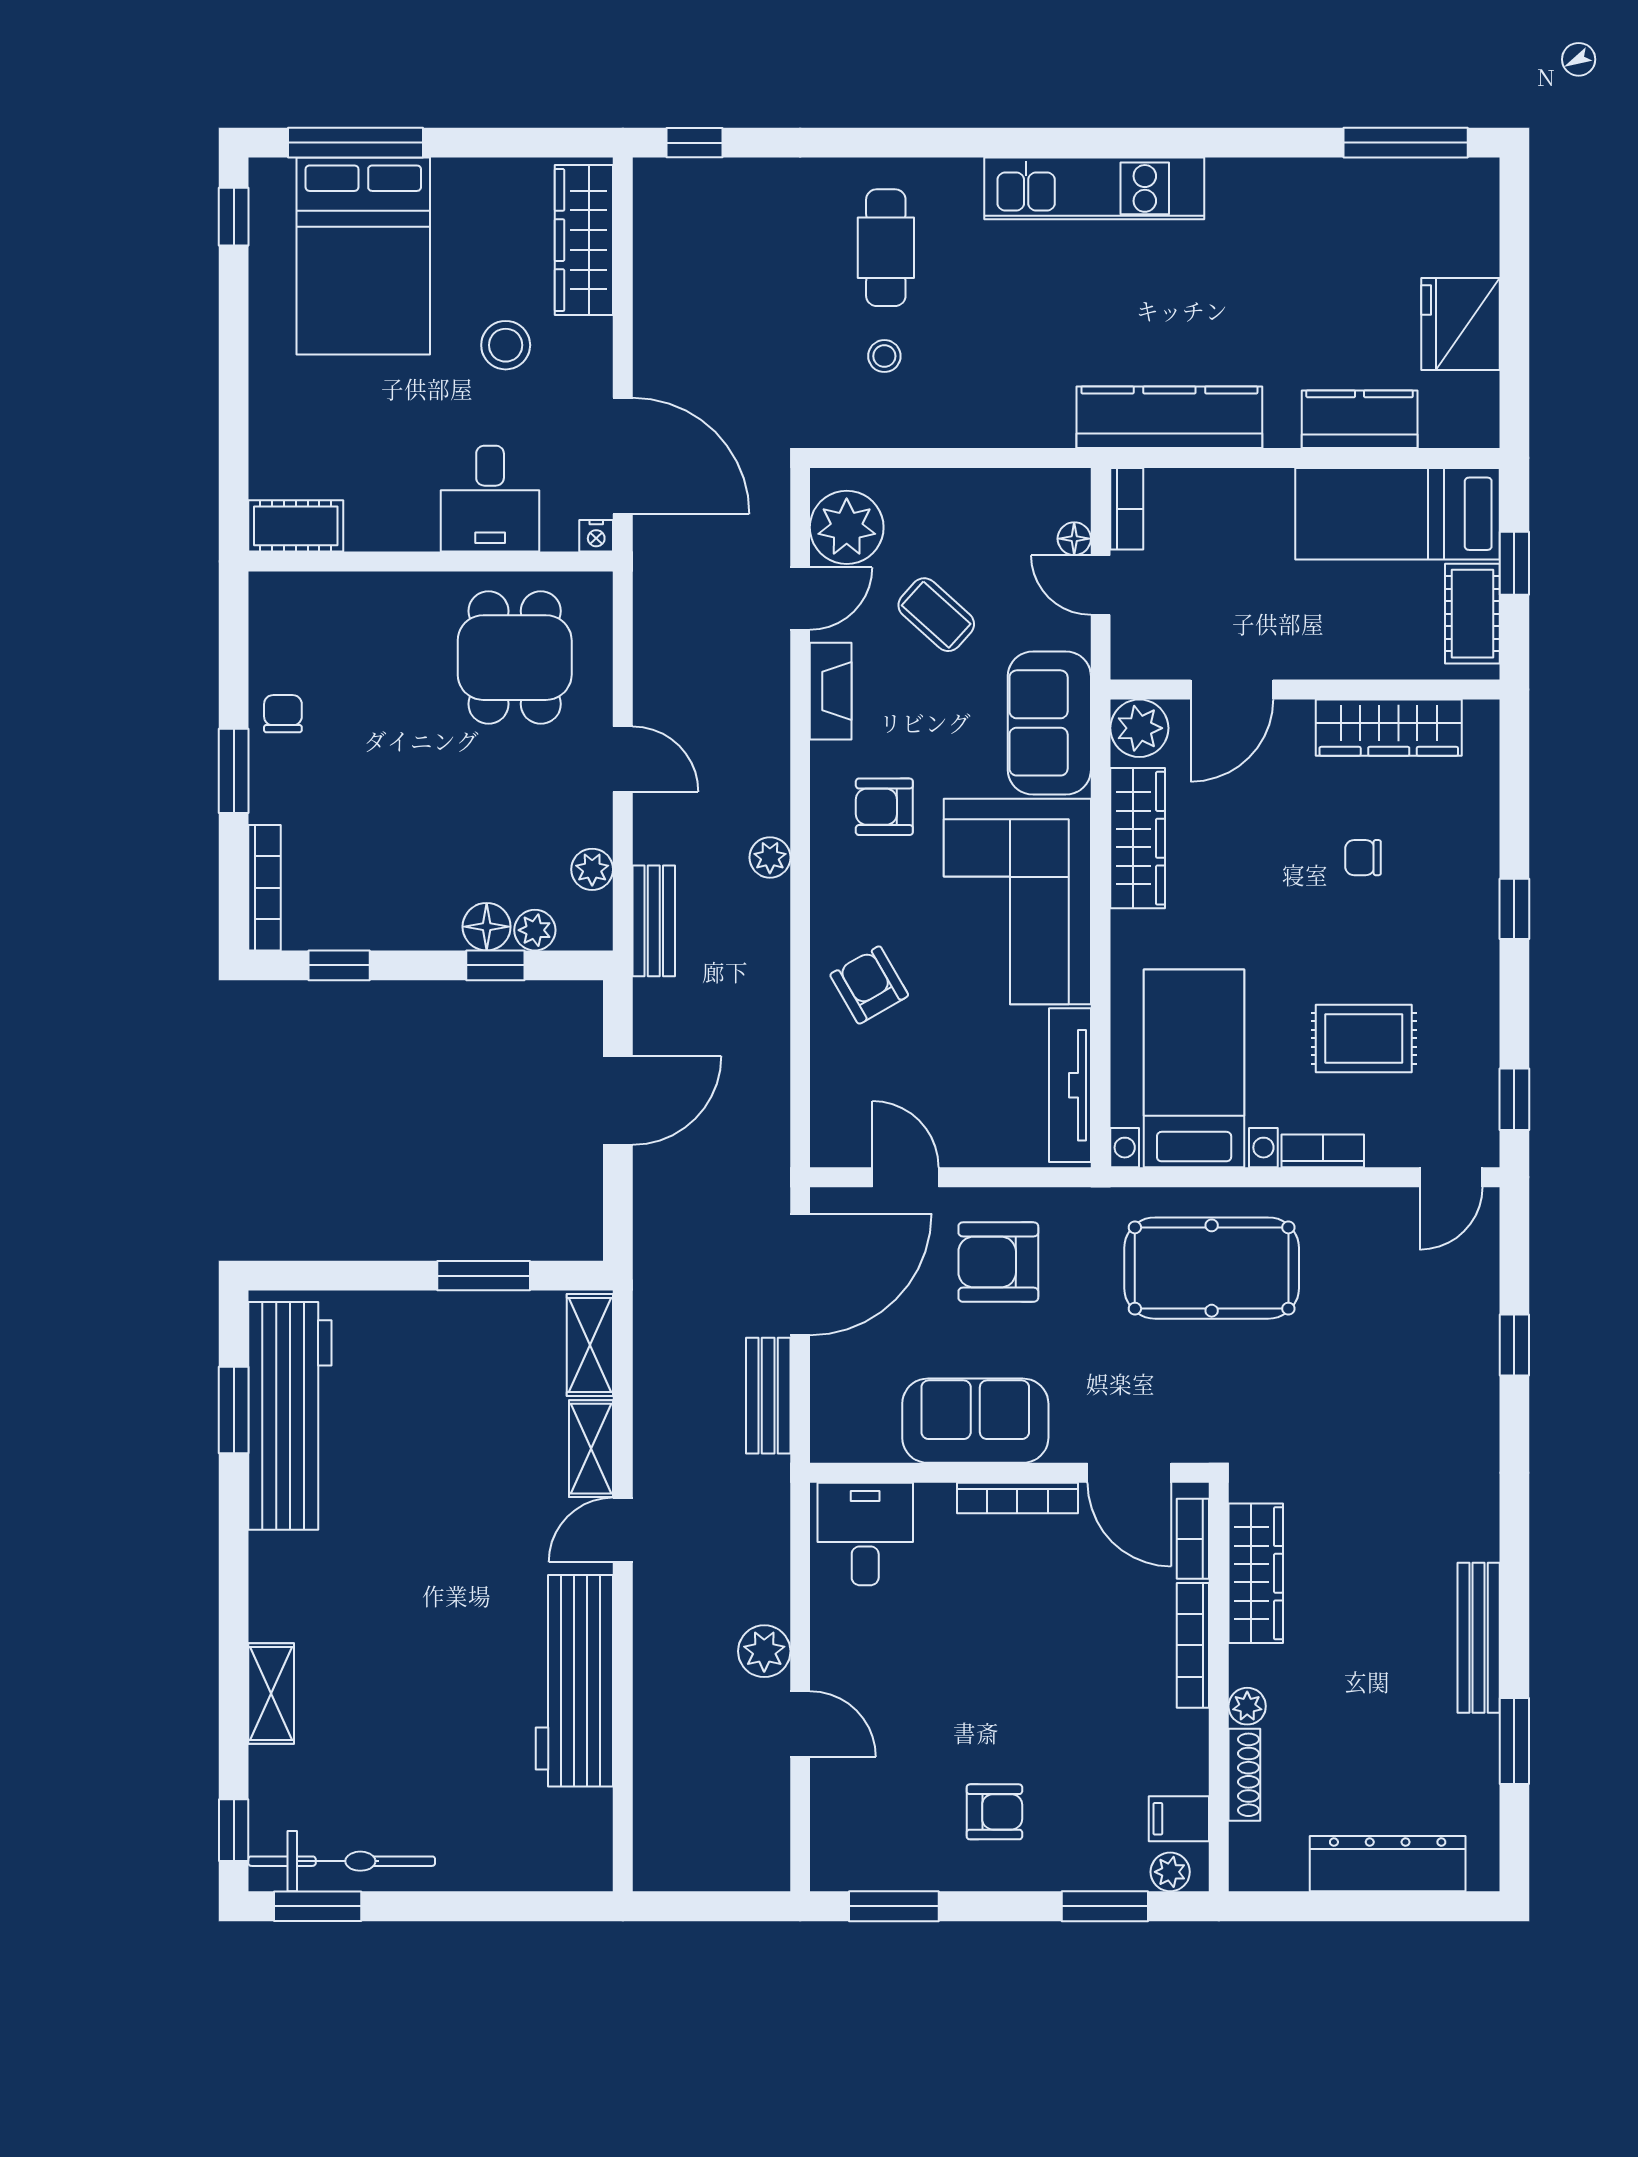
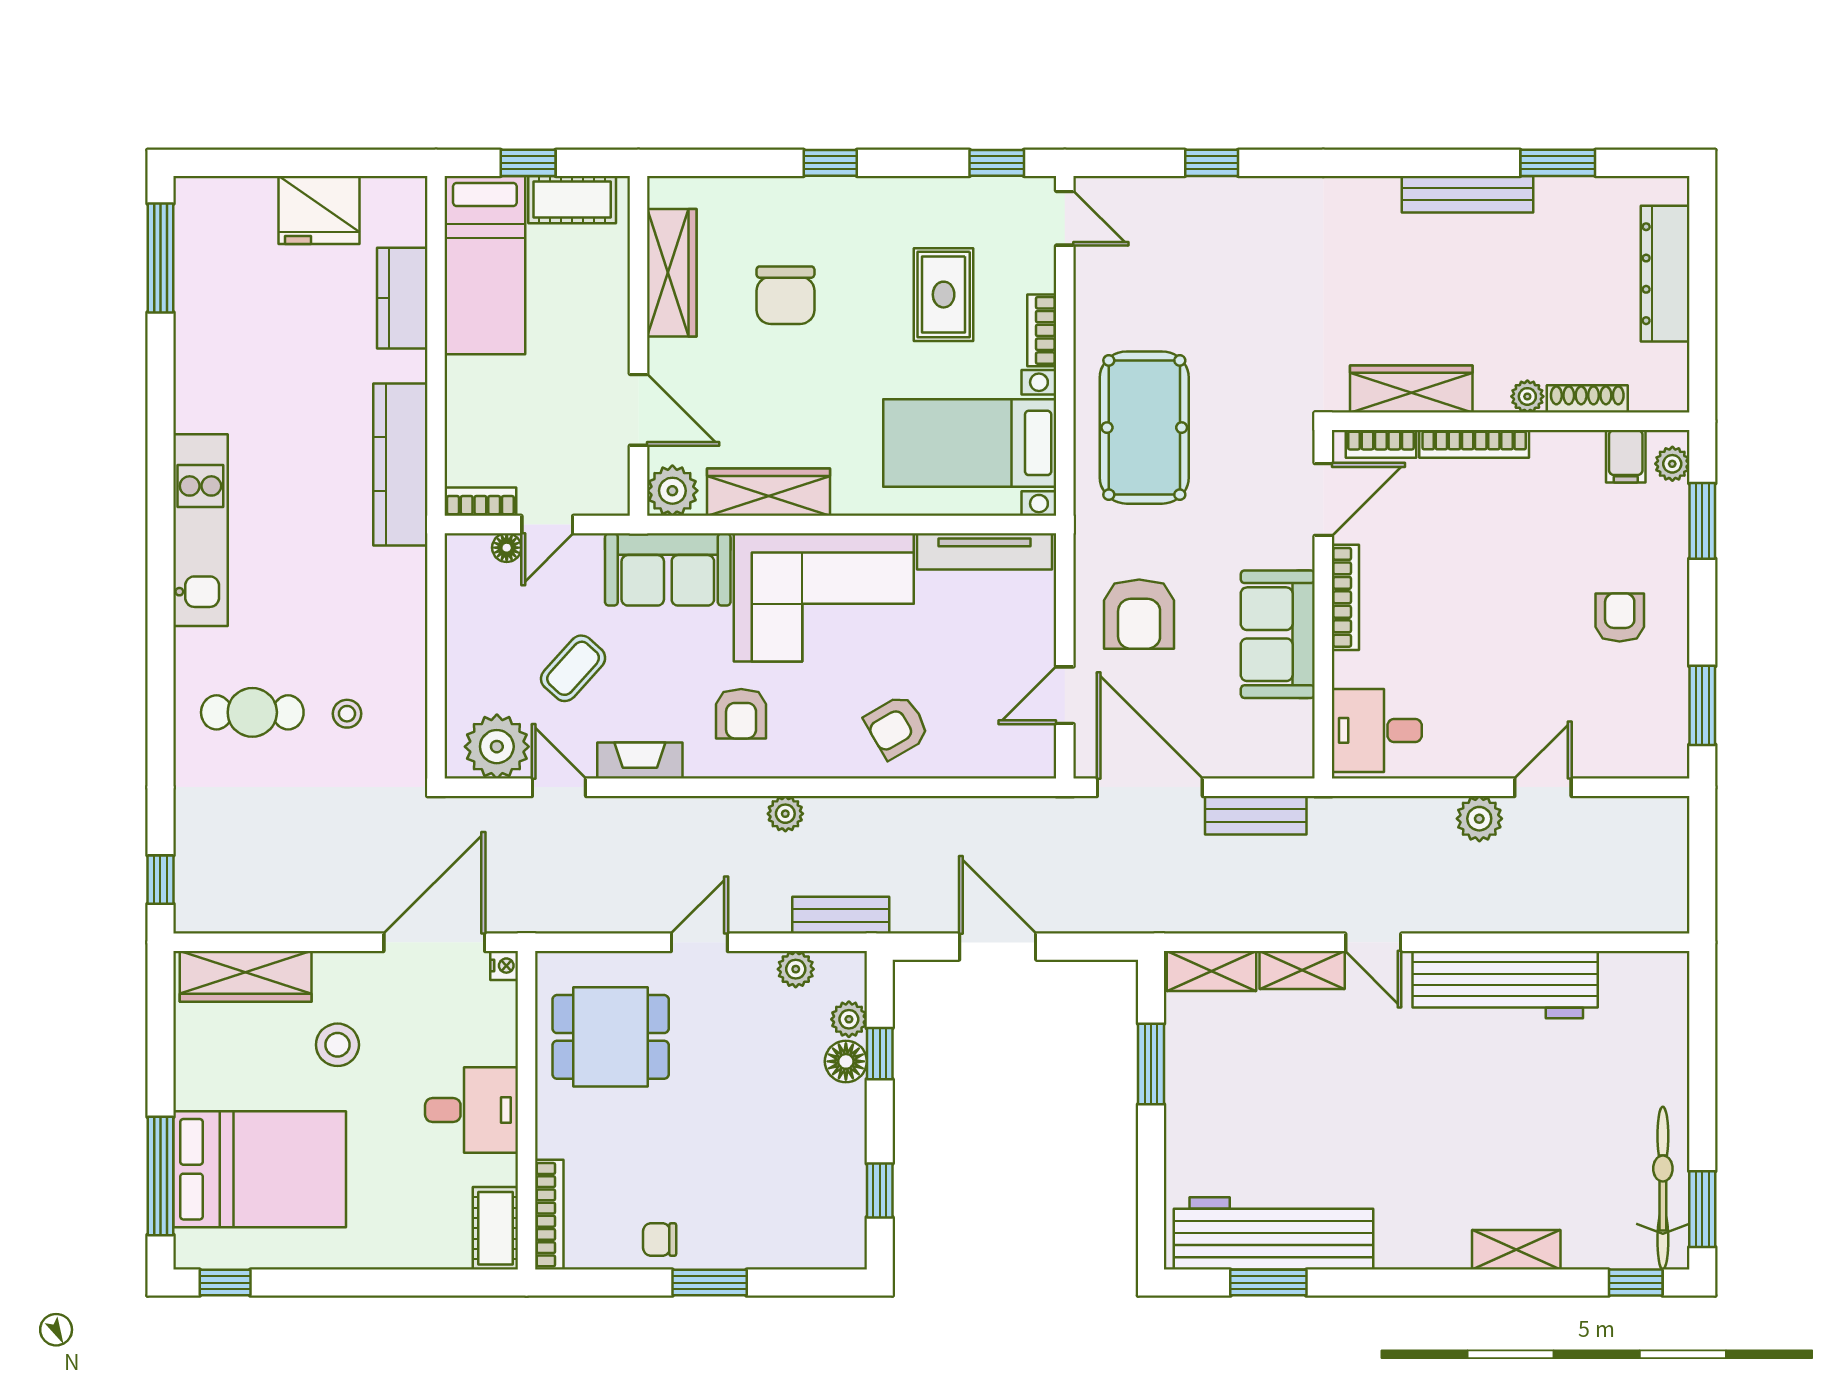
desk: (490, 499) -> (472, 1110), moved
chair: (1363, 858) -> (785, 295), width x1.87, depth x1.87
bookcase: (265, 888) -> (549, 1215), moved, turned 90

